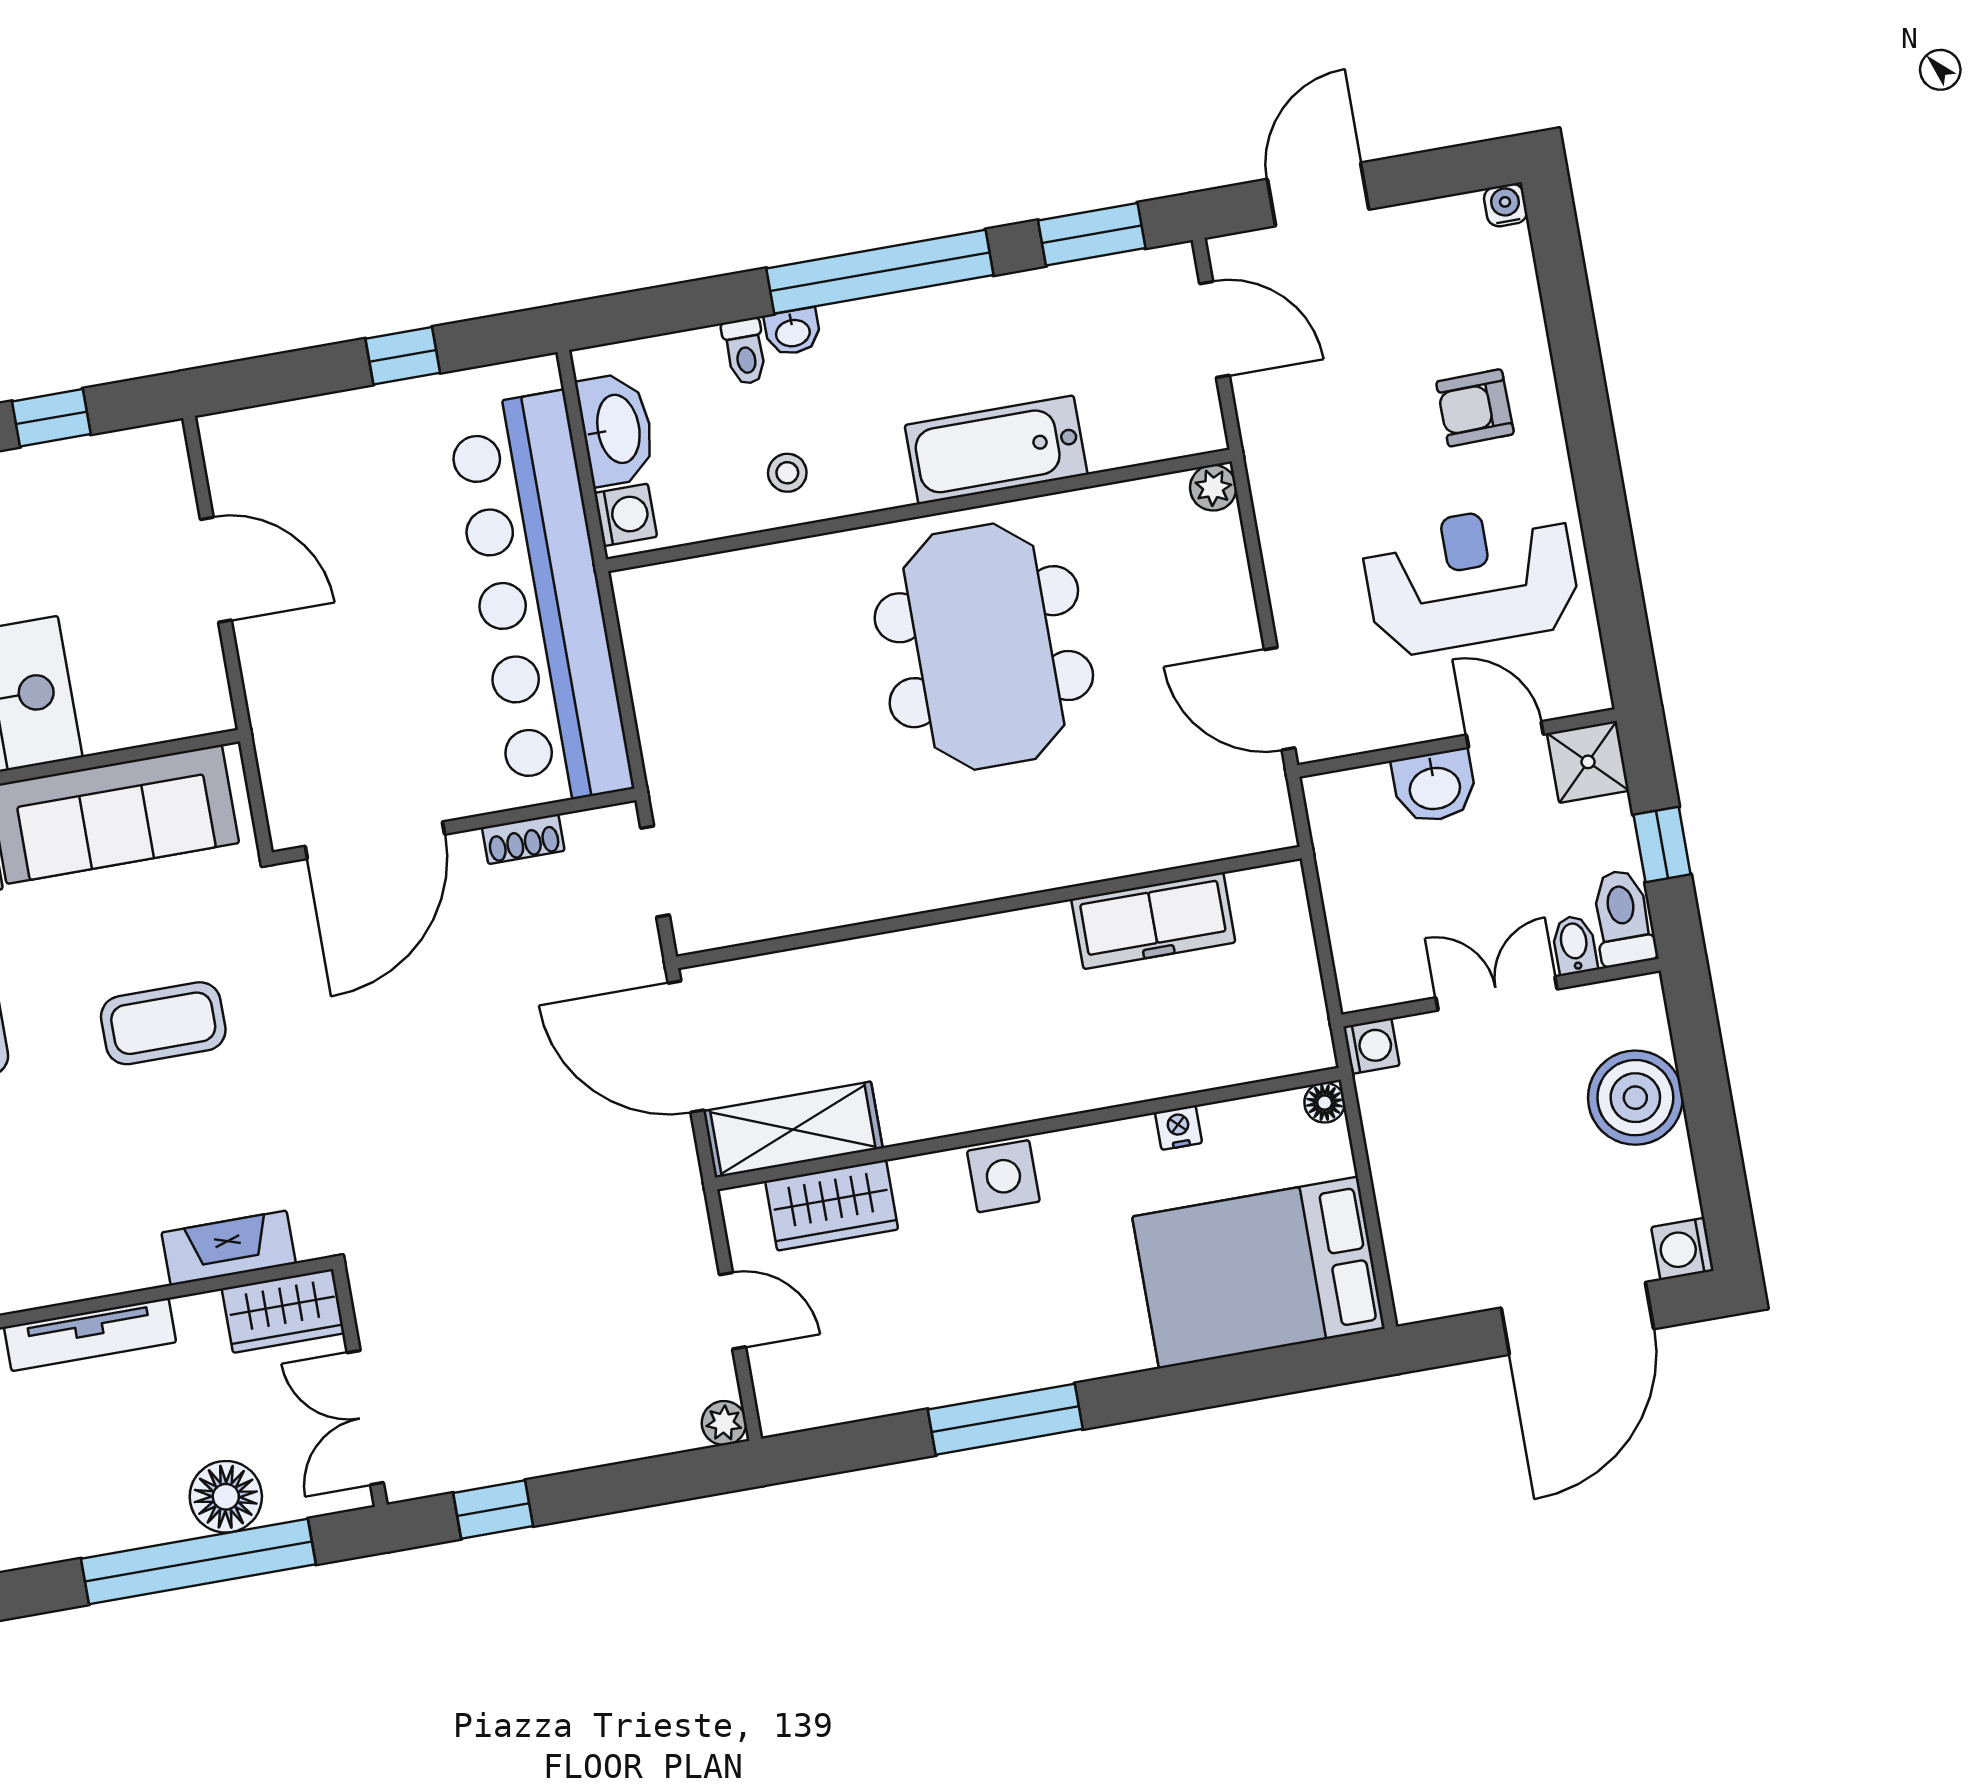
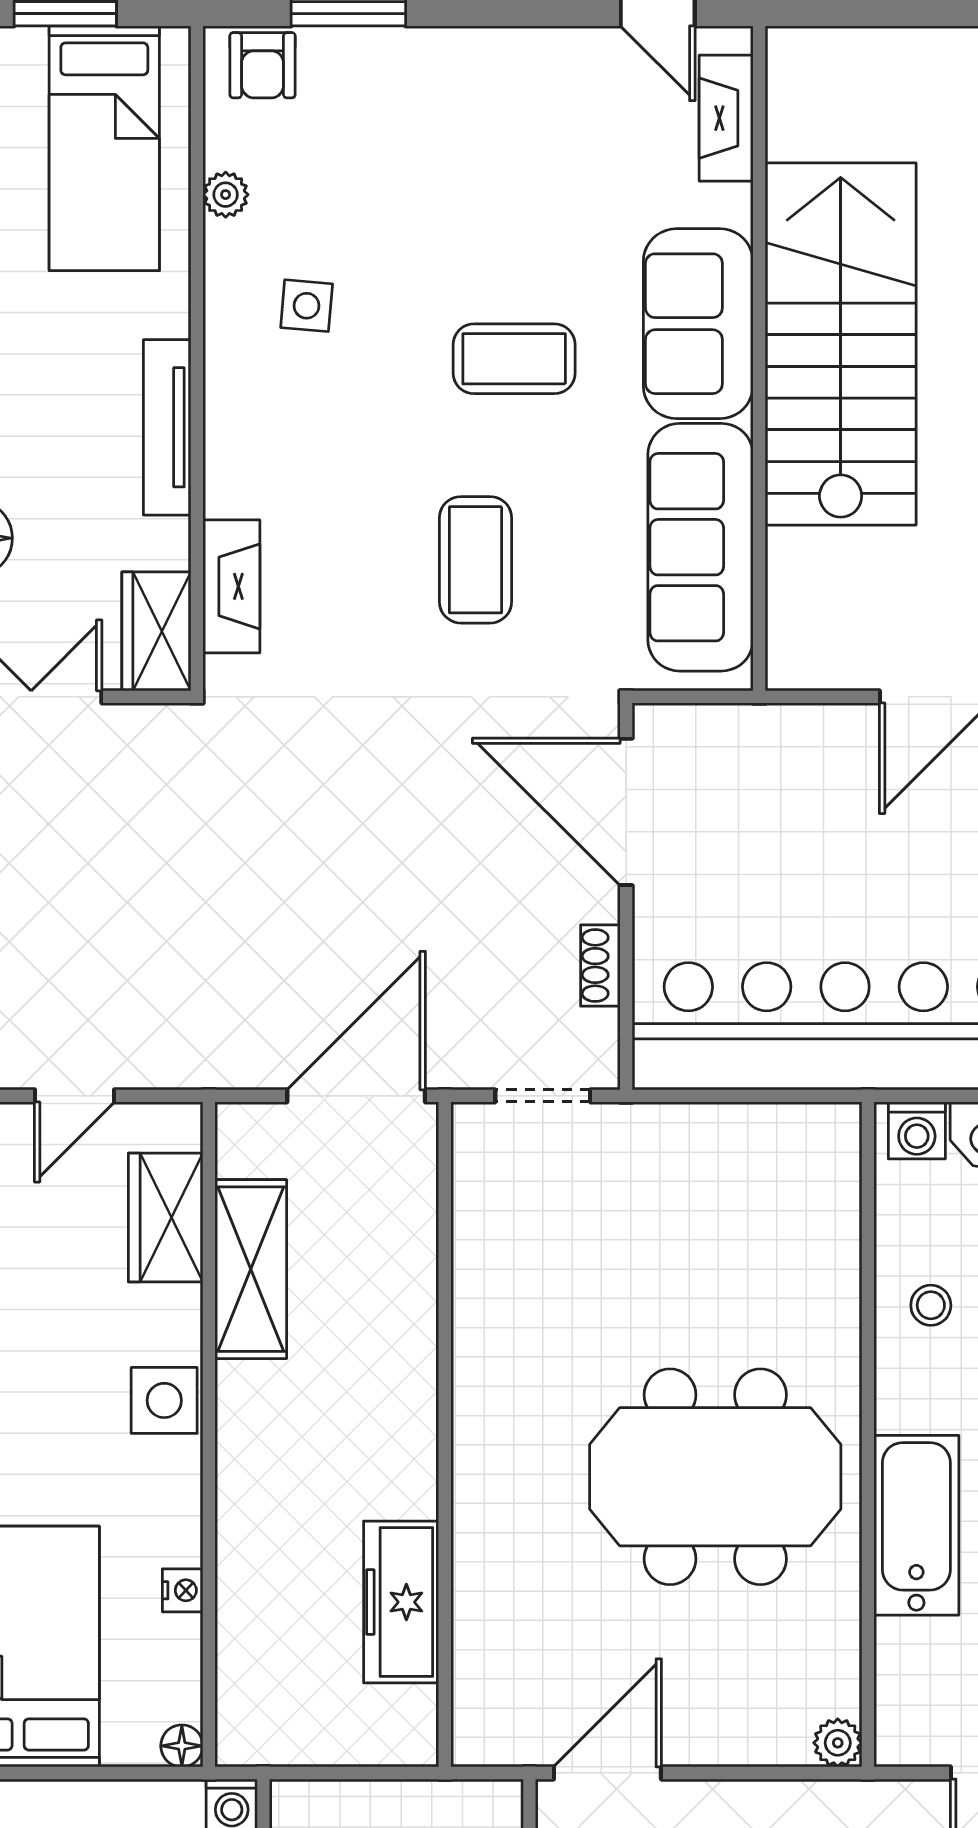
shelving: (793, 1130) -> (251, 1269), moved

